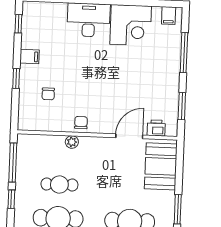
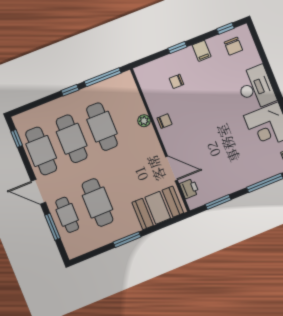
chair: (39, 24) -> (233, 46), added
cafe table: (59, 184) -> (102, 127), width x1.37, depth x1.35

